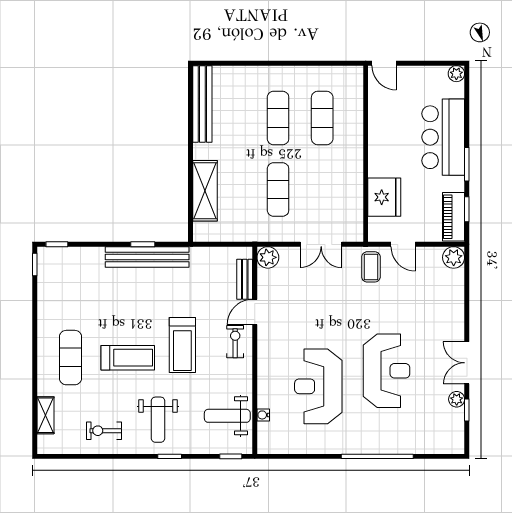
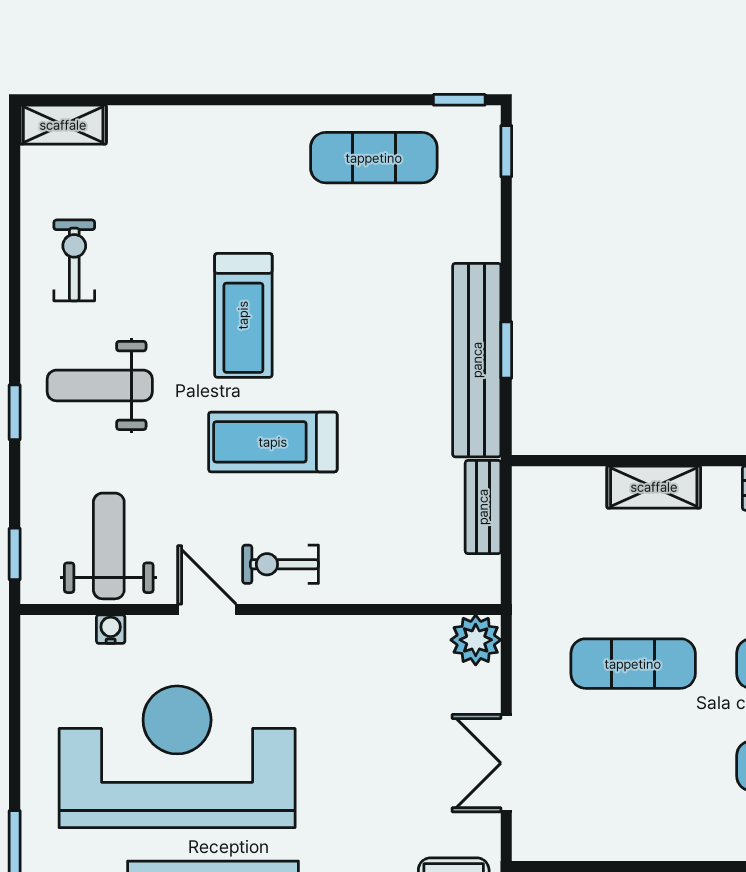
shelving: (205, 191) -> (654, 487), width x0.67, depth x0.75
bench: (245, 279) -> (483, 507), moved, turned 90
door: (255, 312) -> (207, 609), moved
exercise bike: (235, 342) -> (281, 564), turned 180
exercise mat: (70, 358) -> (374, 158), moved
reception desk: (318, 386) -> (177, 757), width x1.36, depth x1.30
shelving: (45, 415) -> (63, 125), moved

